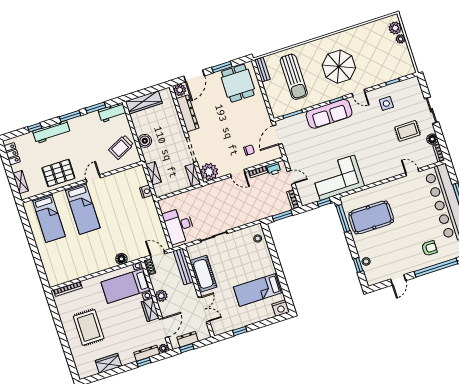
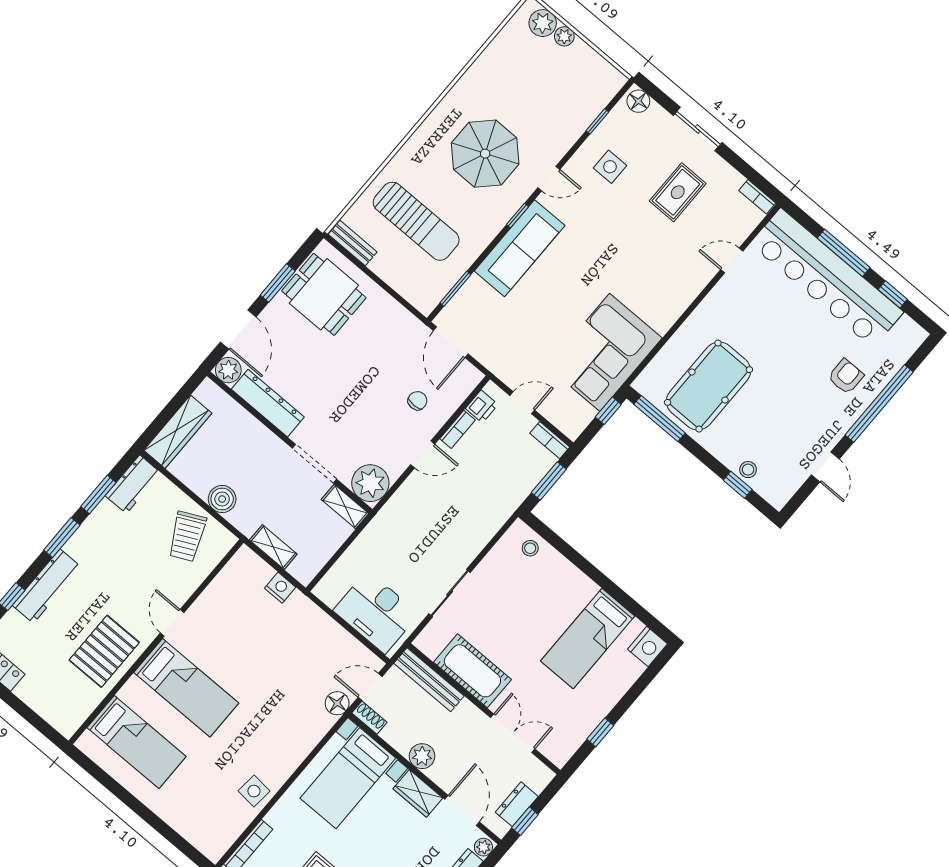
floor lamp: (432, 139) -> (638, 101), moved
shelving: (21, 182) -> (47, 709), removed
floor lamp: (121, 259) -> (337, 703), moved
side table: (84, 268) -> (254, 791), added

